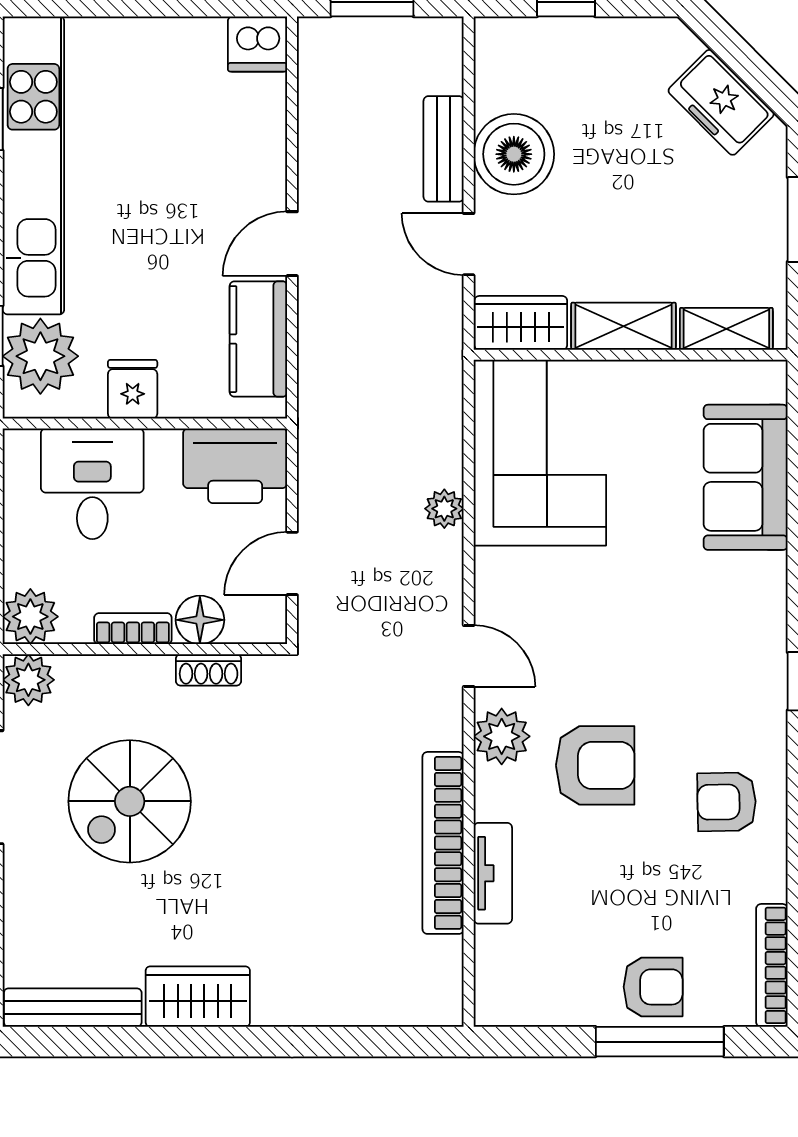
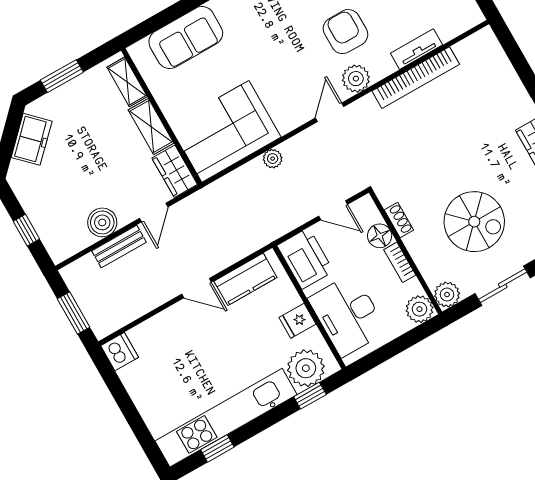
boiler: (514, 154) -> (102, 222), width x0.73, depth x0.73
desk: (92, 484) -> (348, 315), width x1.37

